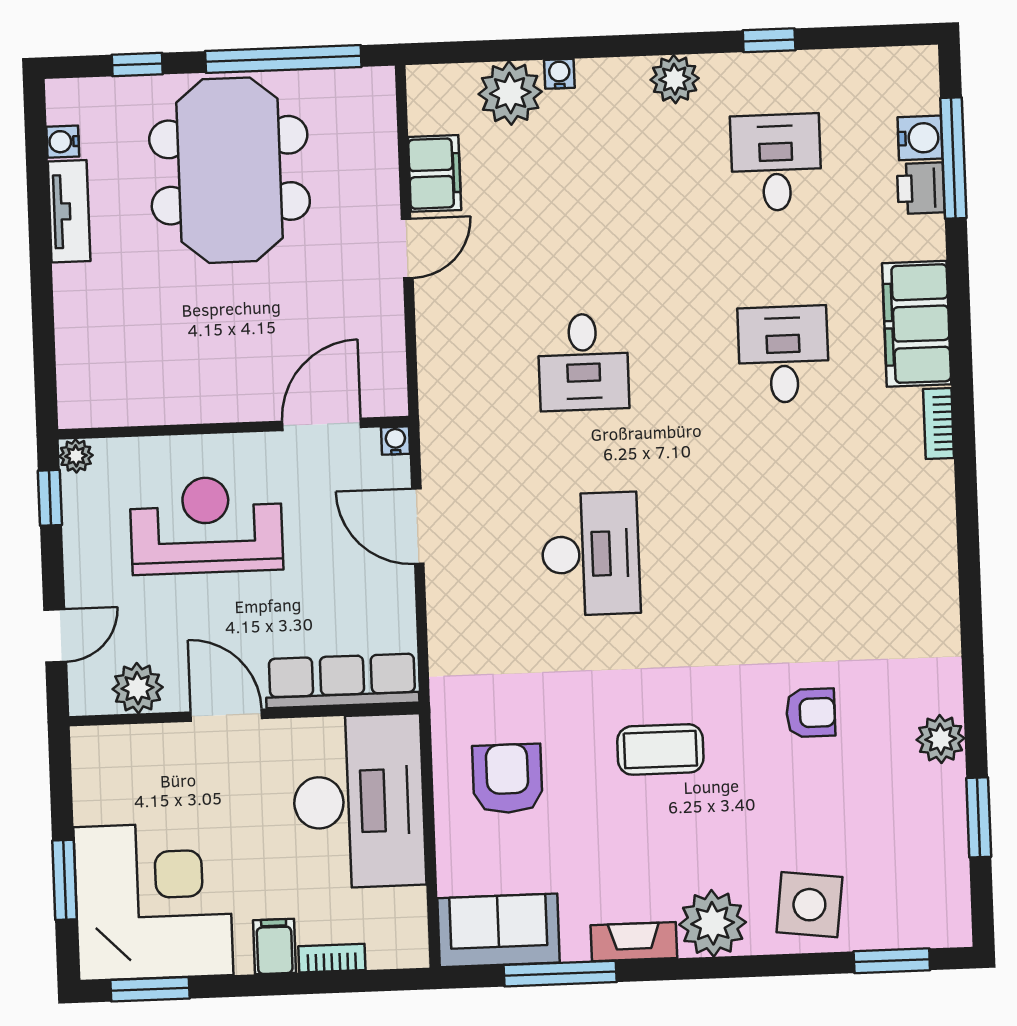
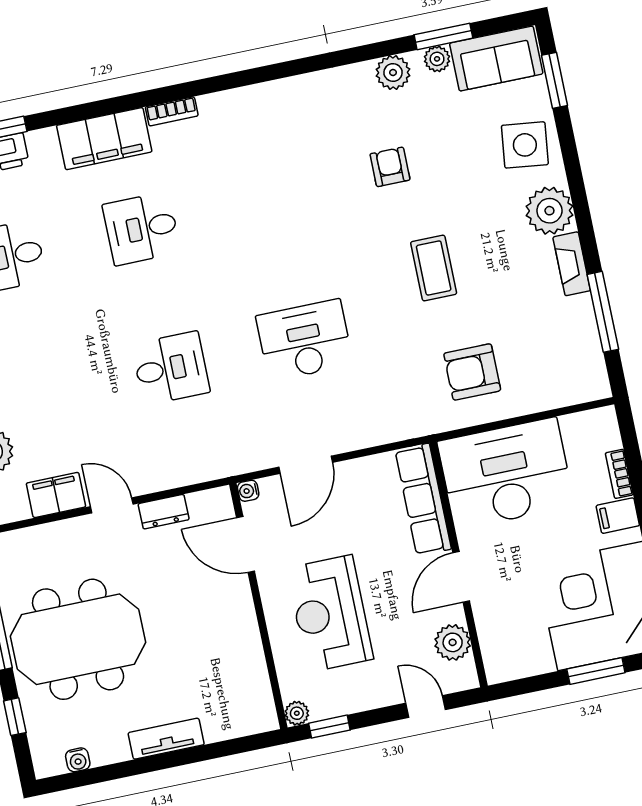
tv unit: (69, 211) -> (166, 739), moved
dresser: (386, 319) -> (164, 512), added
plant: (949, 803) -> (437, 59), added
sofa: (499, 930) -> (496, 59), moved, turned -90

